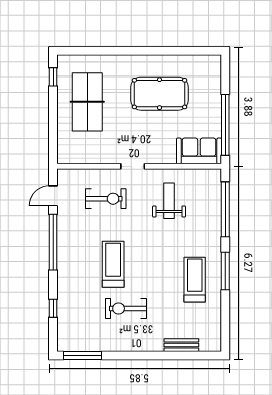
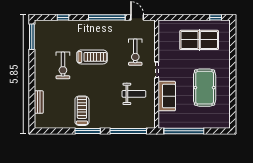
sofa: (199, 151) -> (167, 96), moved
treadmill: (195, 280) -> (82, 111), turned -90
exercise bike: (126, 308) -> (63, 65), turned 180

